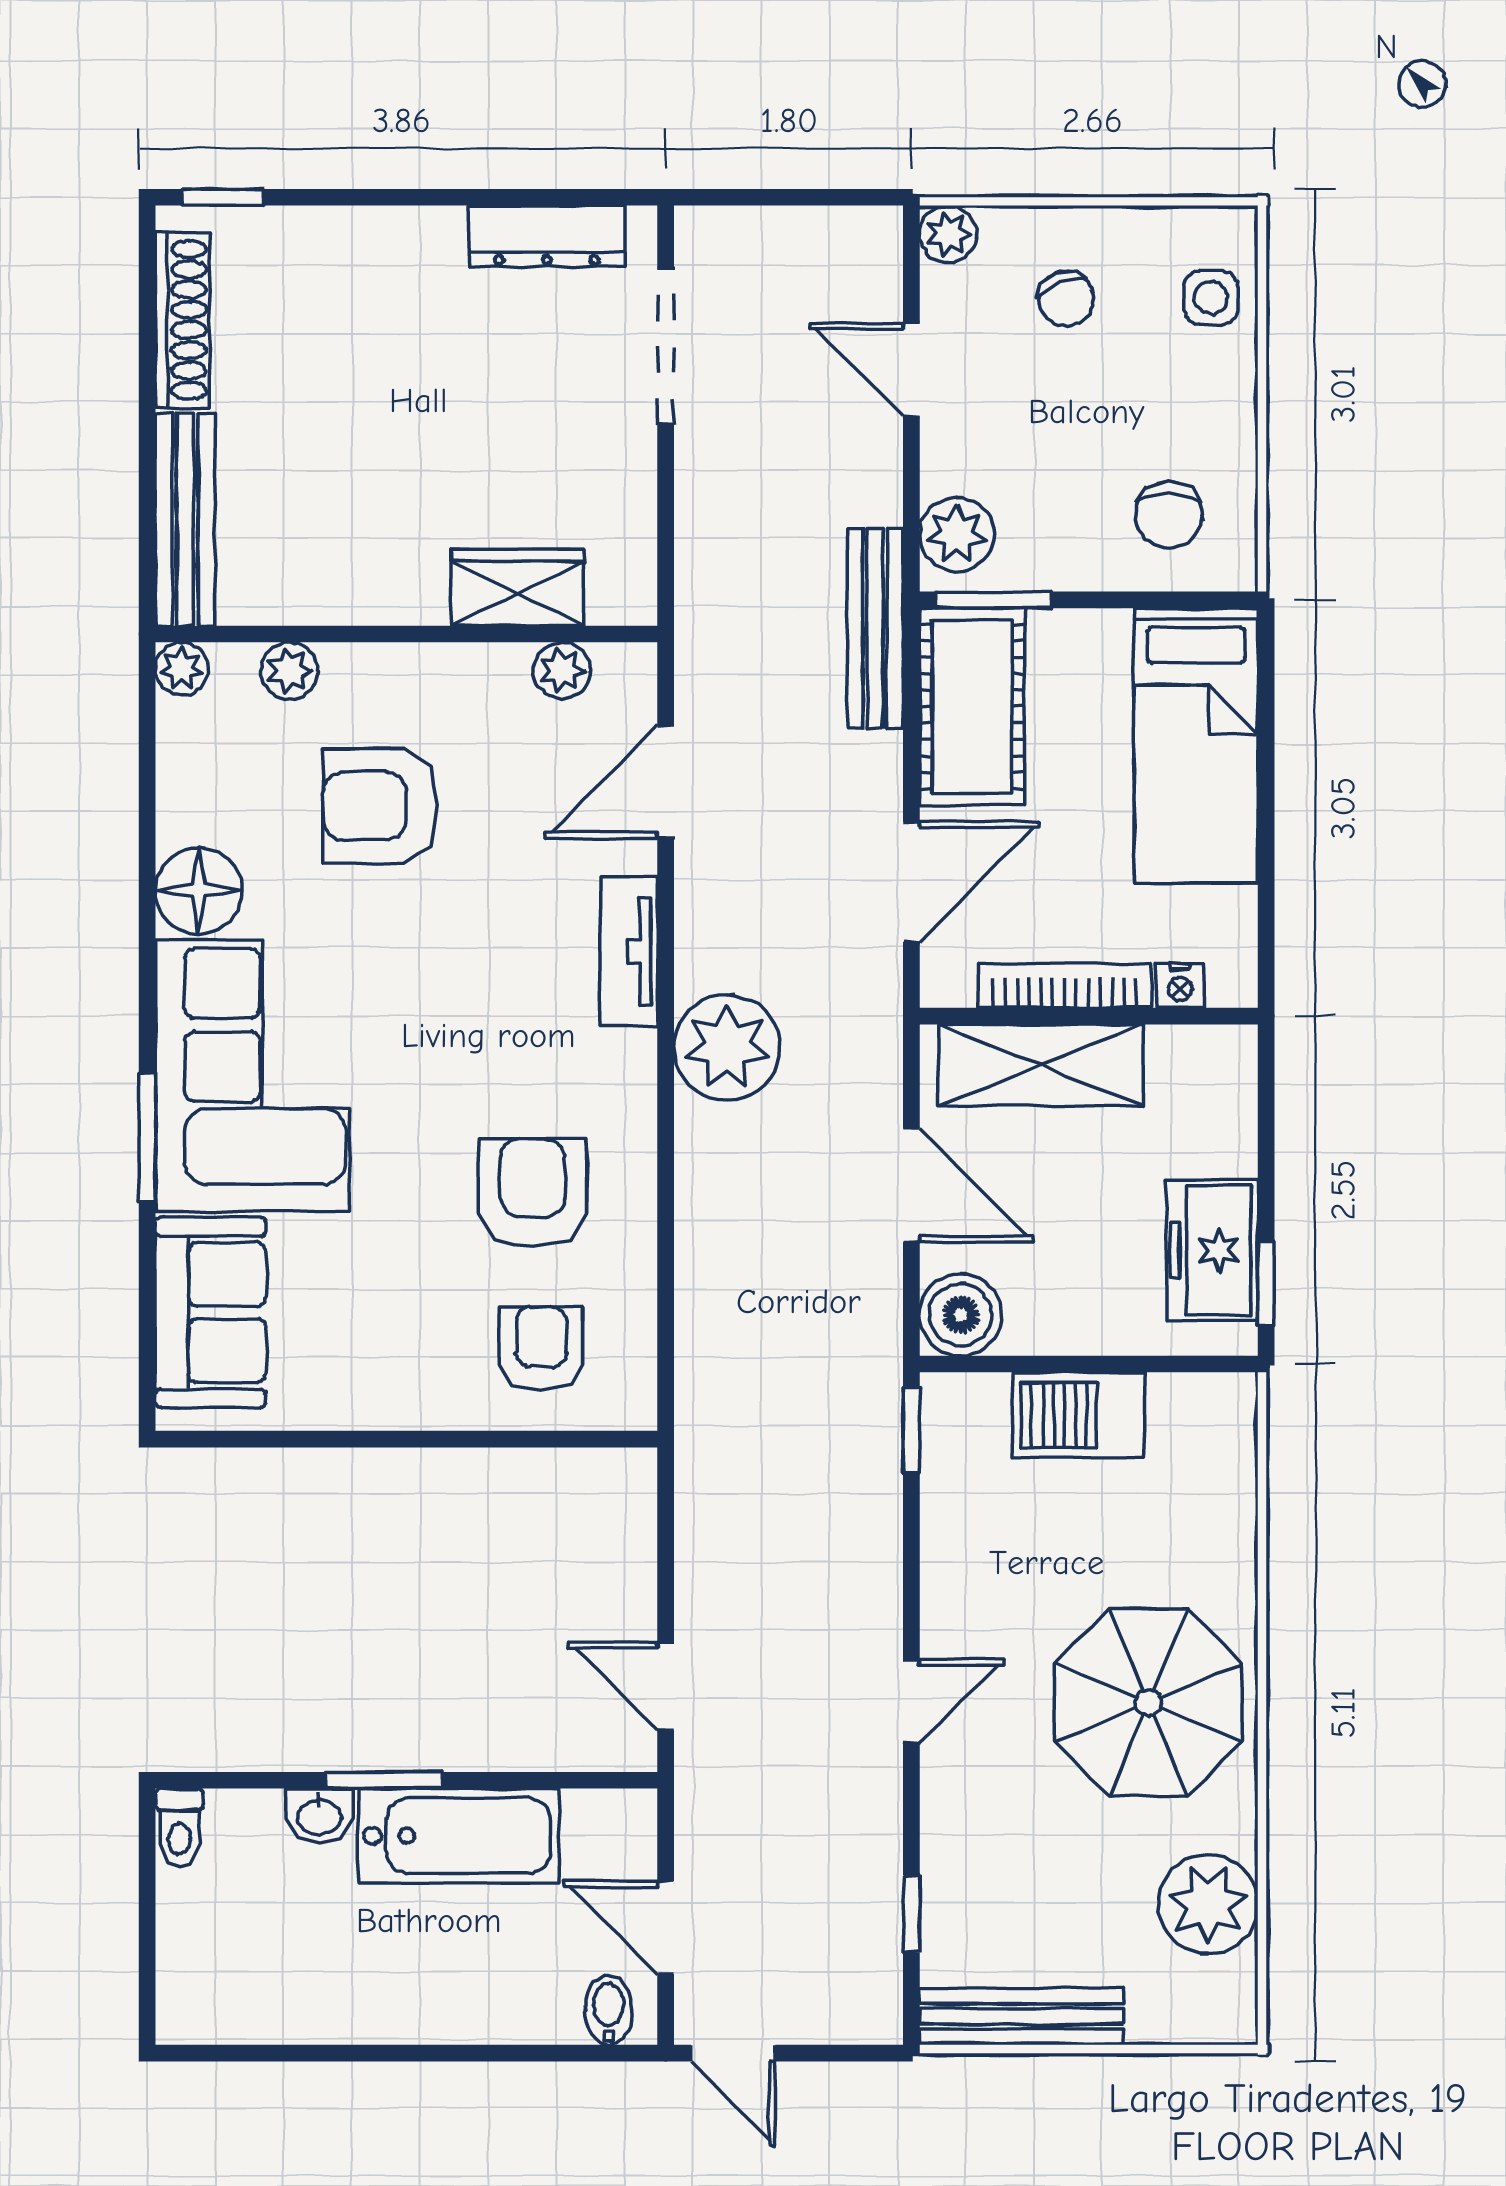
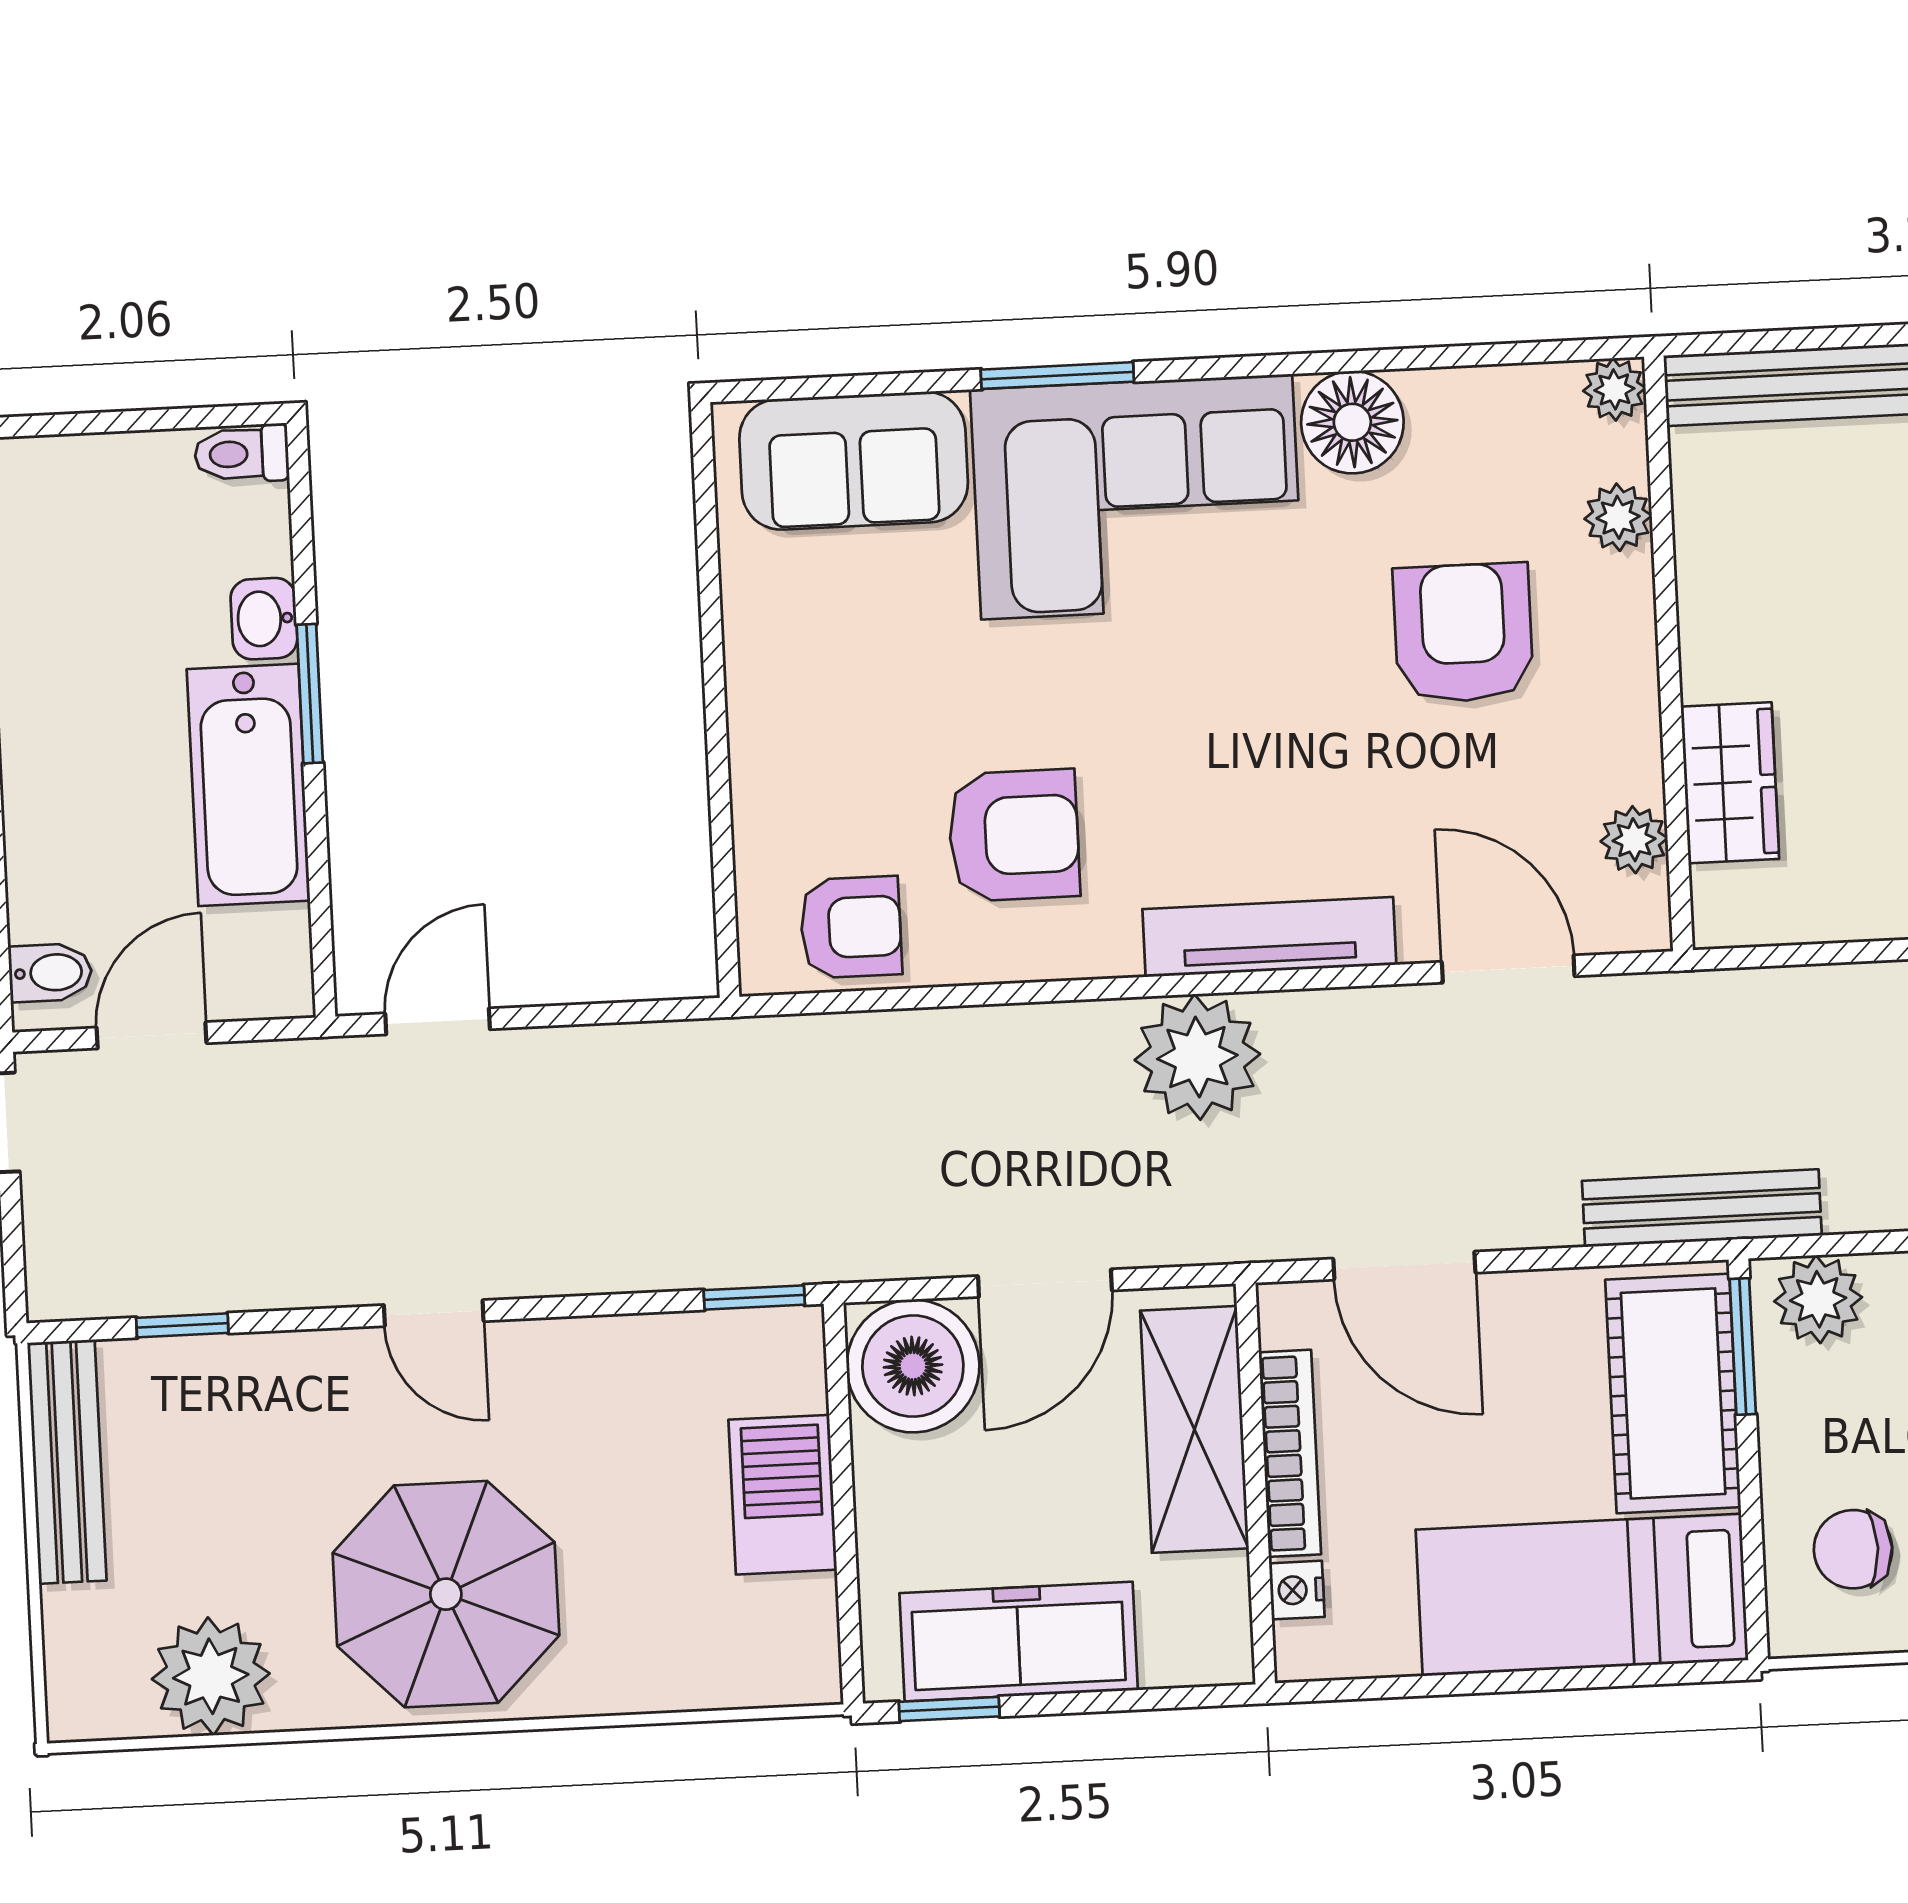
cot: (972, 707) -> (1673, 1393), moved, turned 90
tv unit: (629, 951) -> (1269, 937), width x1.41
freezer: (1212, 1250) -> (1019, 1642), width x1.40
boiler: (961, 1315) -> (913, 1366), width x1.37, depth x1.37
armchair: (541, 1348) -> (851, 927), moved

